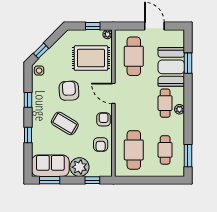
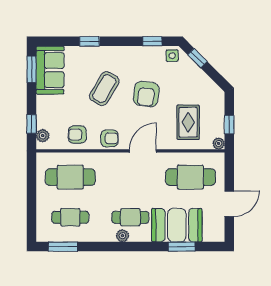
rug: (91, 58) -> (188, 122), width x0.73, depth x0.70
armchair: (69, 91) -> (146, 94), turned 101
window: (28, 100) -> (152, 41), moved
plant: (79, 167) -> (43, 136), moved, width x0.53, depth x0.53

